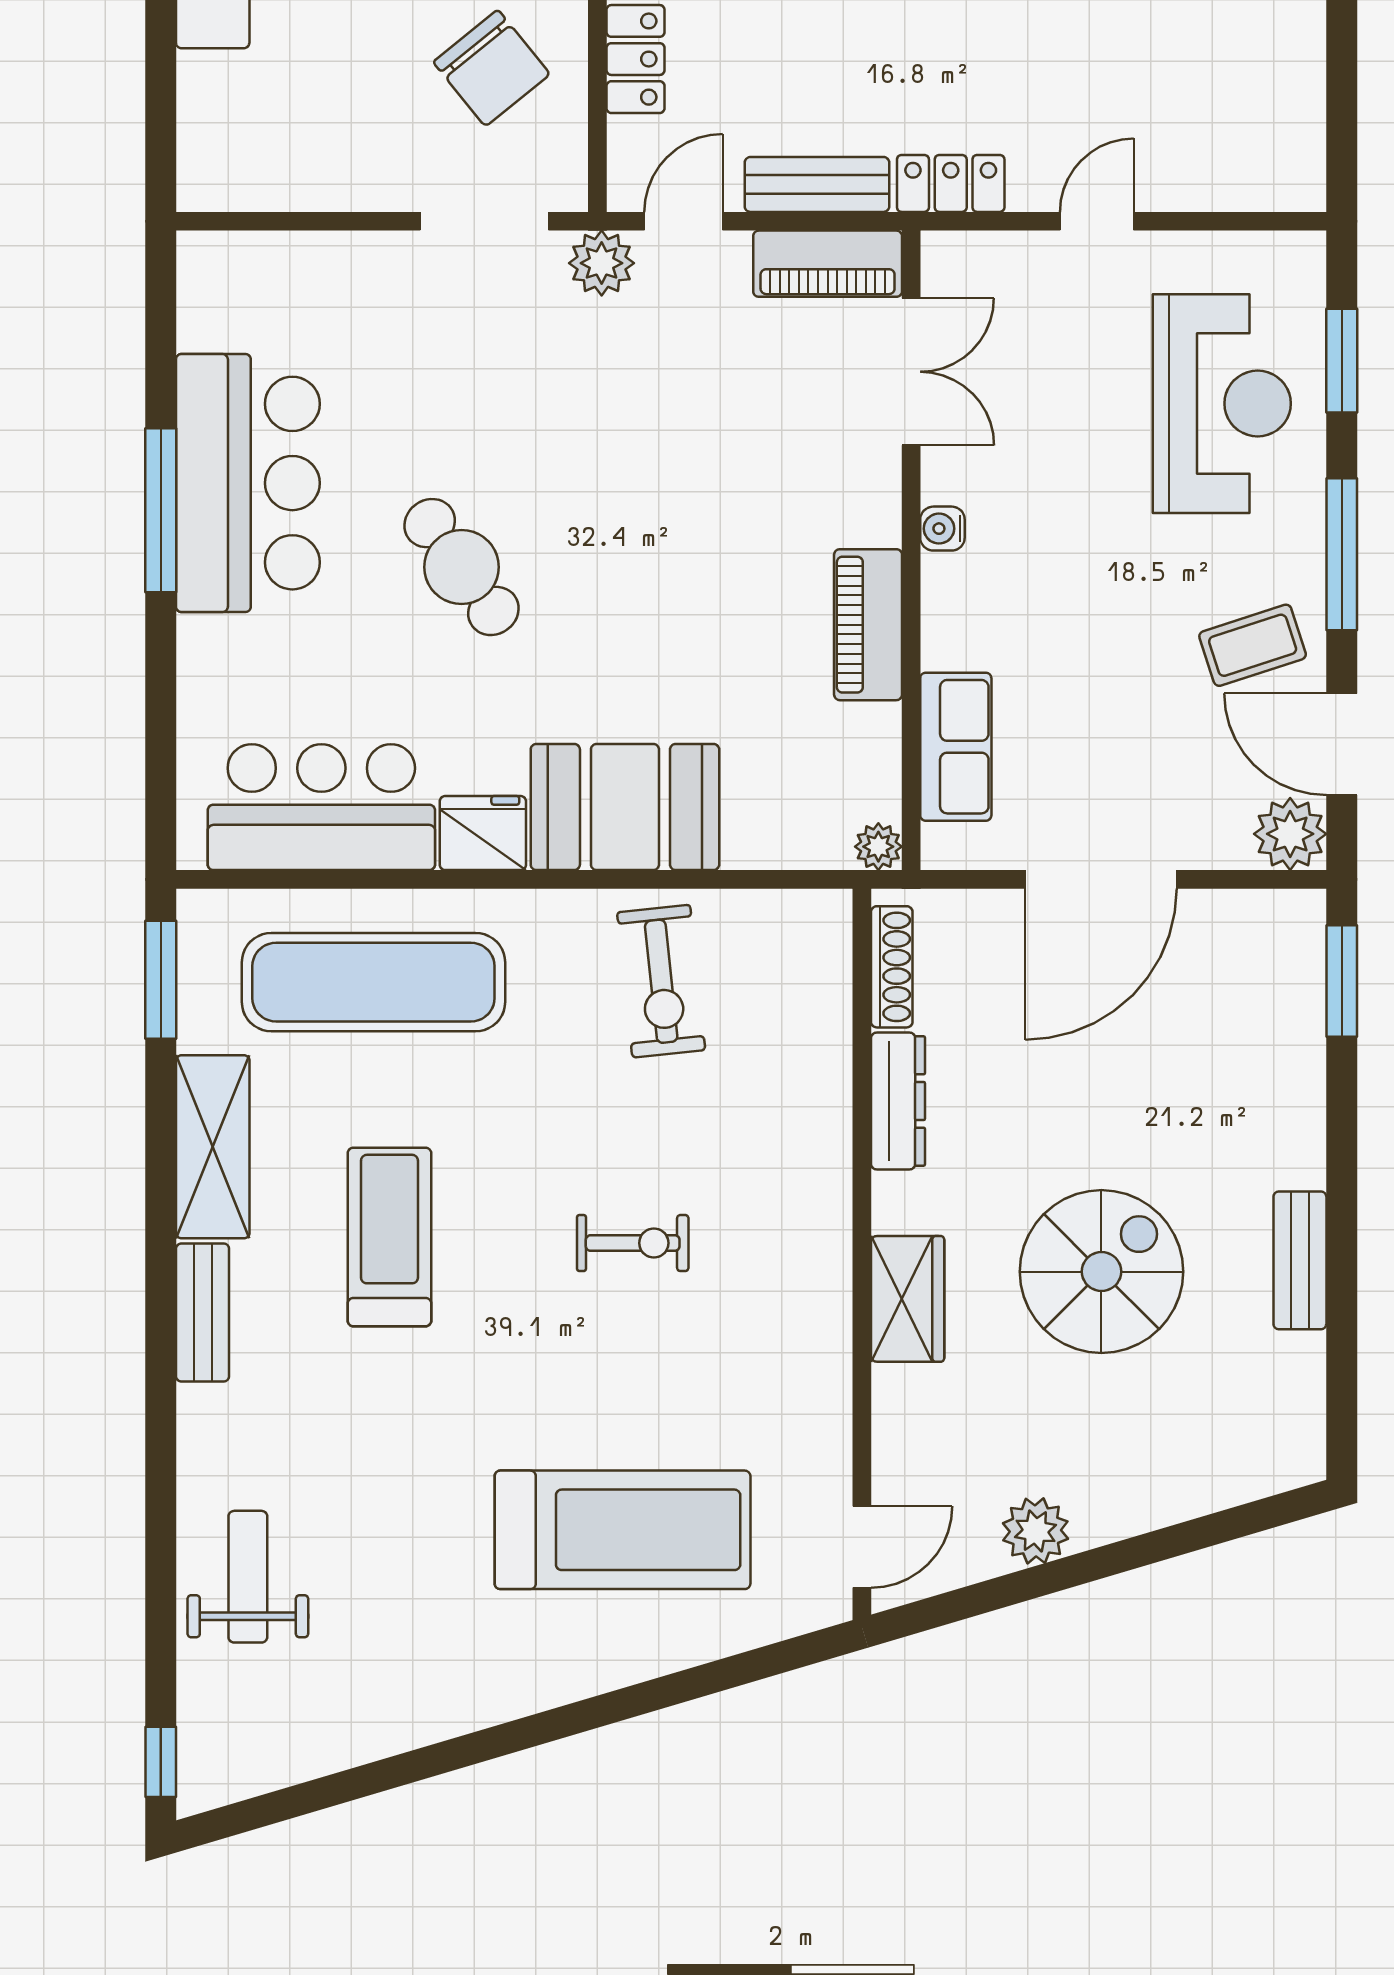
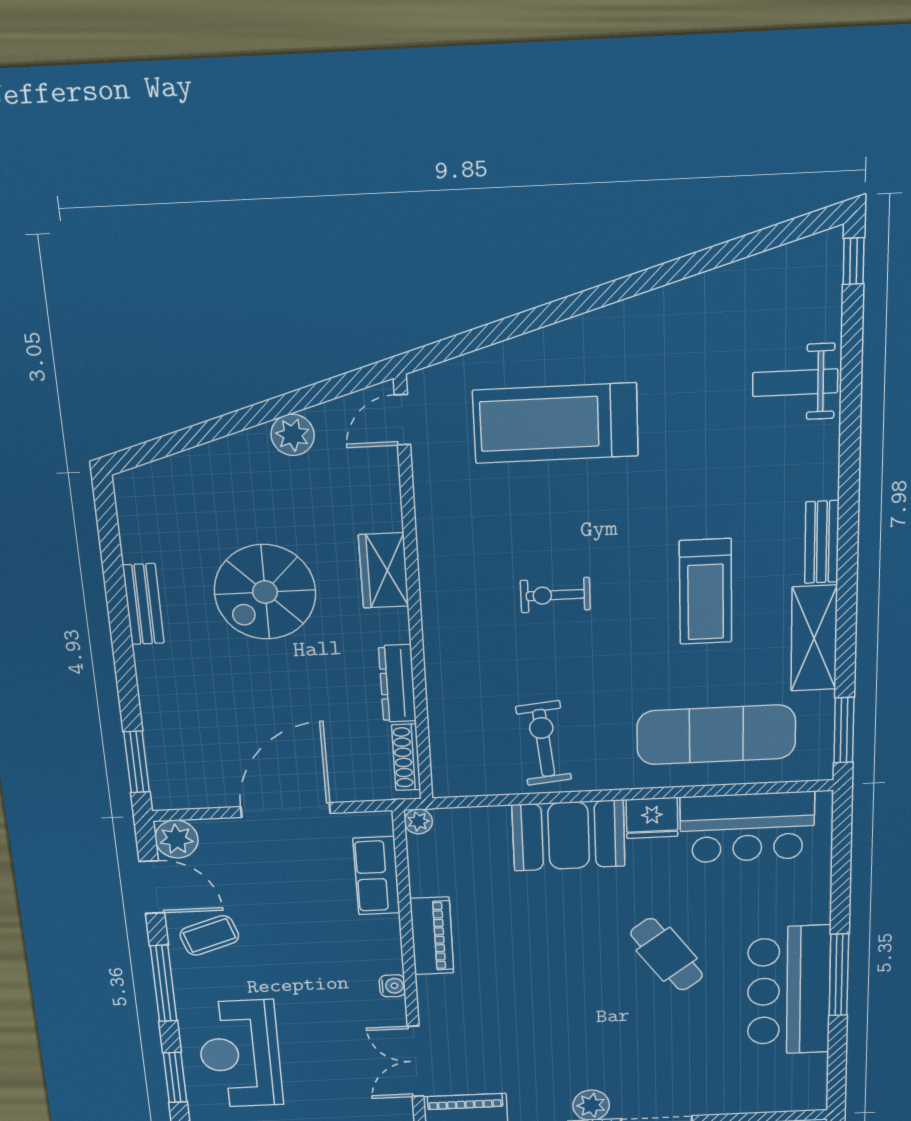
weight bench: (248, 1577) -> (795, 383), turned 90

